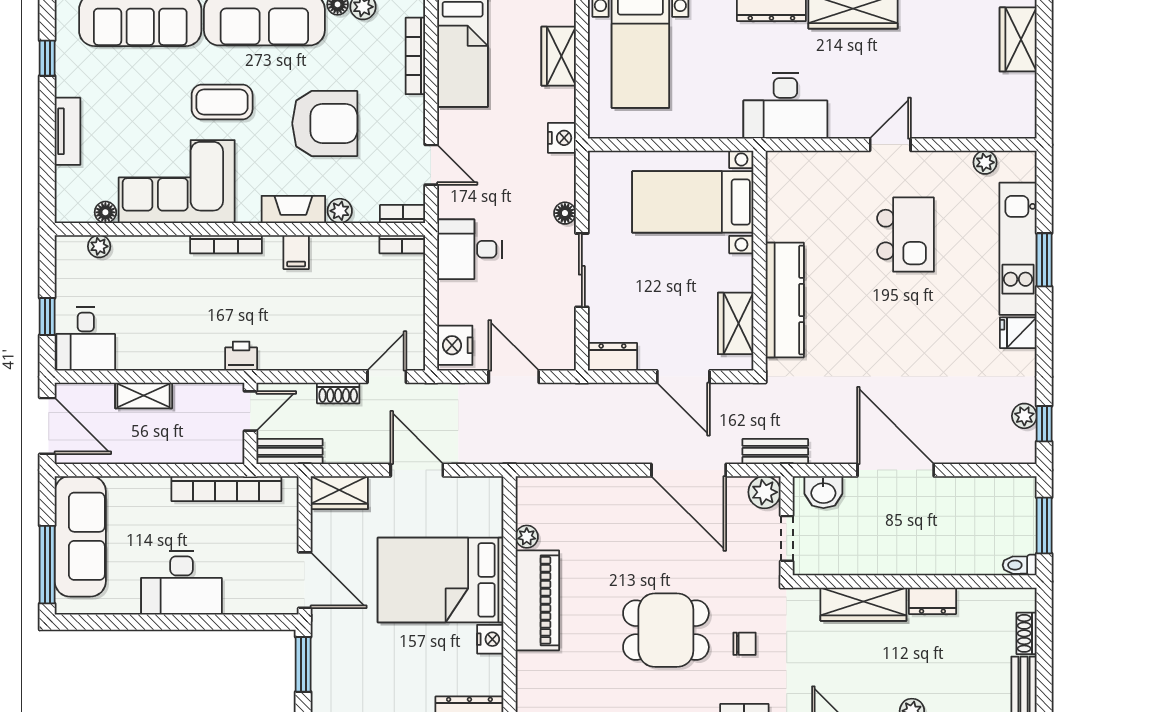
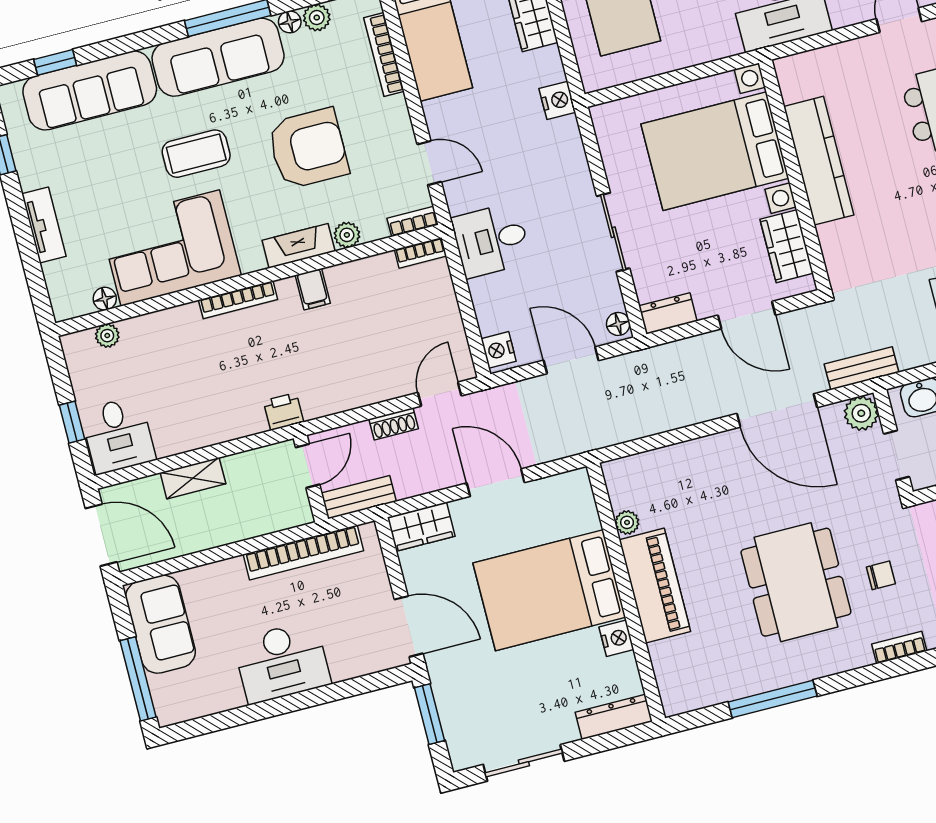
bed with nightstands: (693, 202) -> (715, 151), width x1.36
floor lamp: (565, 213) -> (618, 324), moved
kitchen counter: (785, 300) -> (819, 161), moved
nightstand: (455, 345) -> (499, 350), width x0.74, depth x0.75
sofa: (80, 536) -> (161, 624), width x0.73
dining table: (666, 630) -> (796, 582), width x1.37

